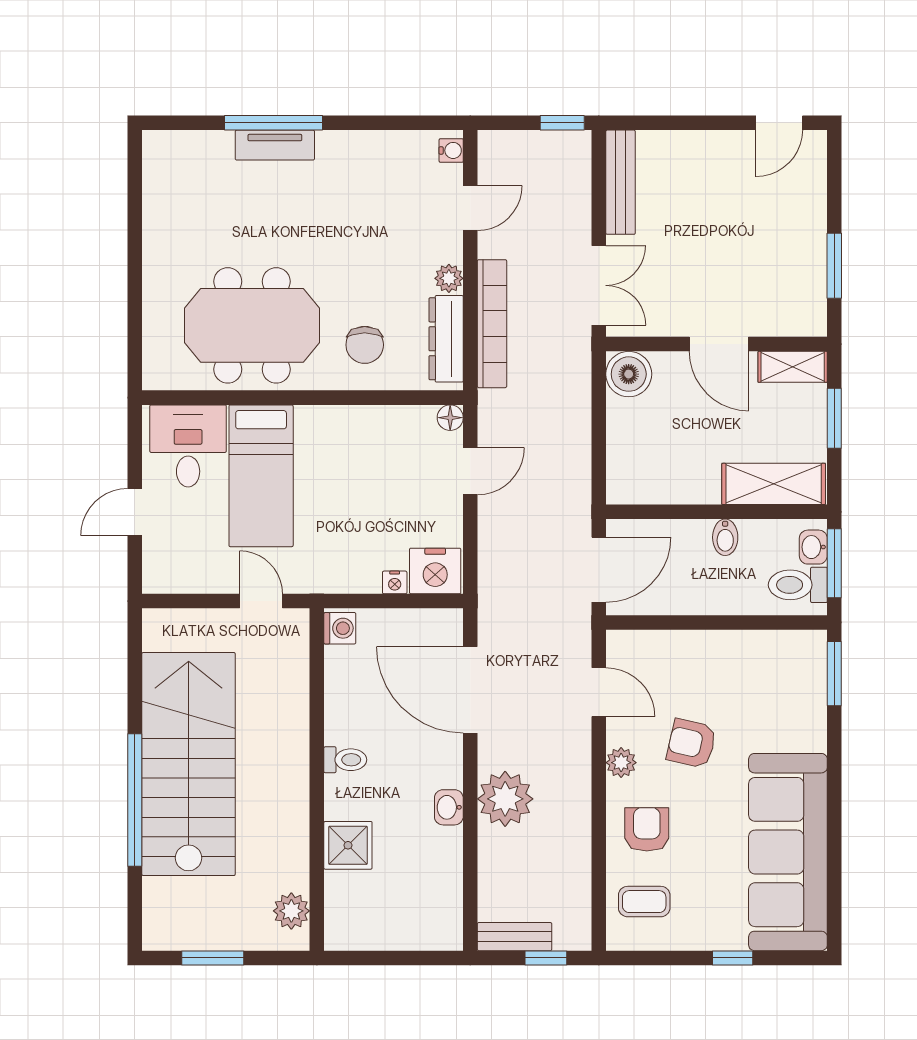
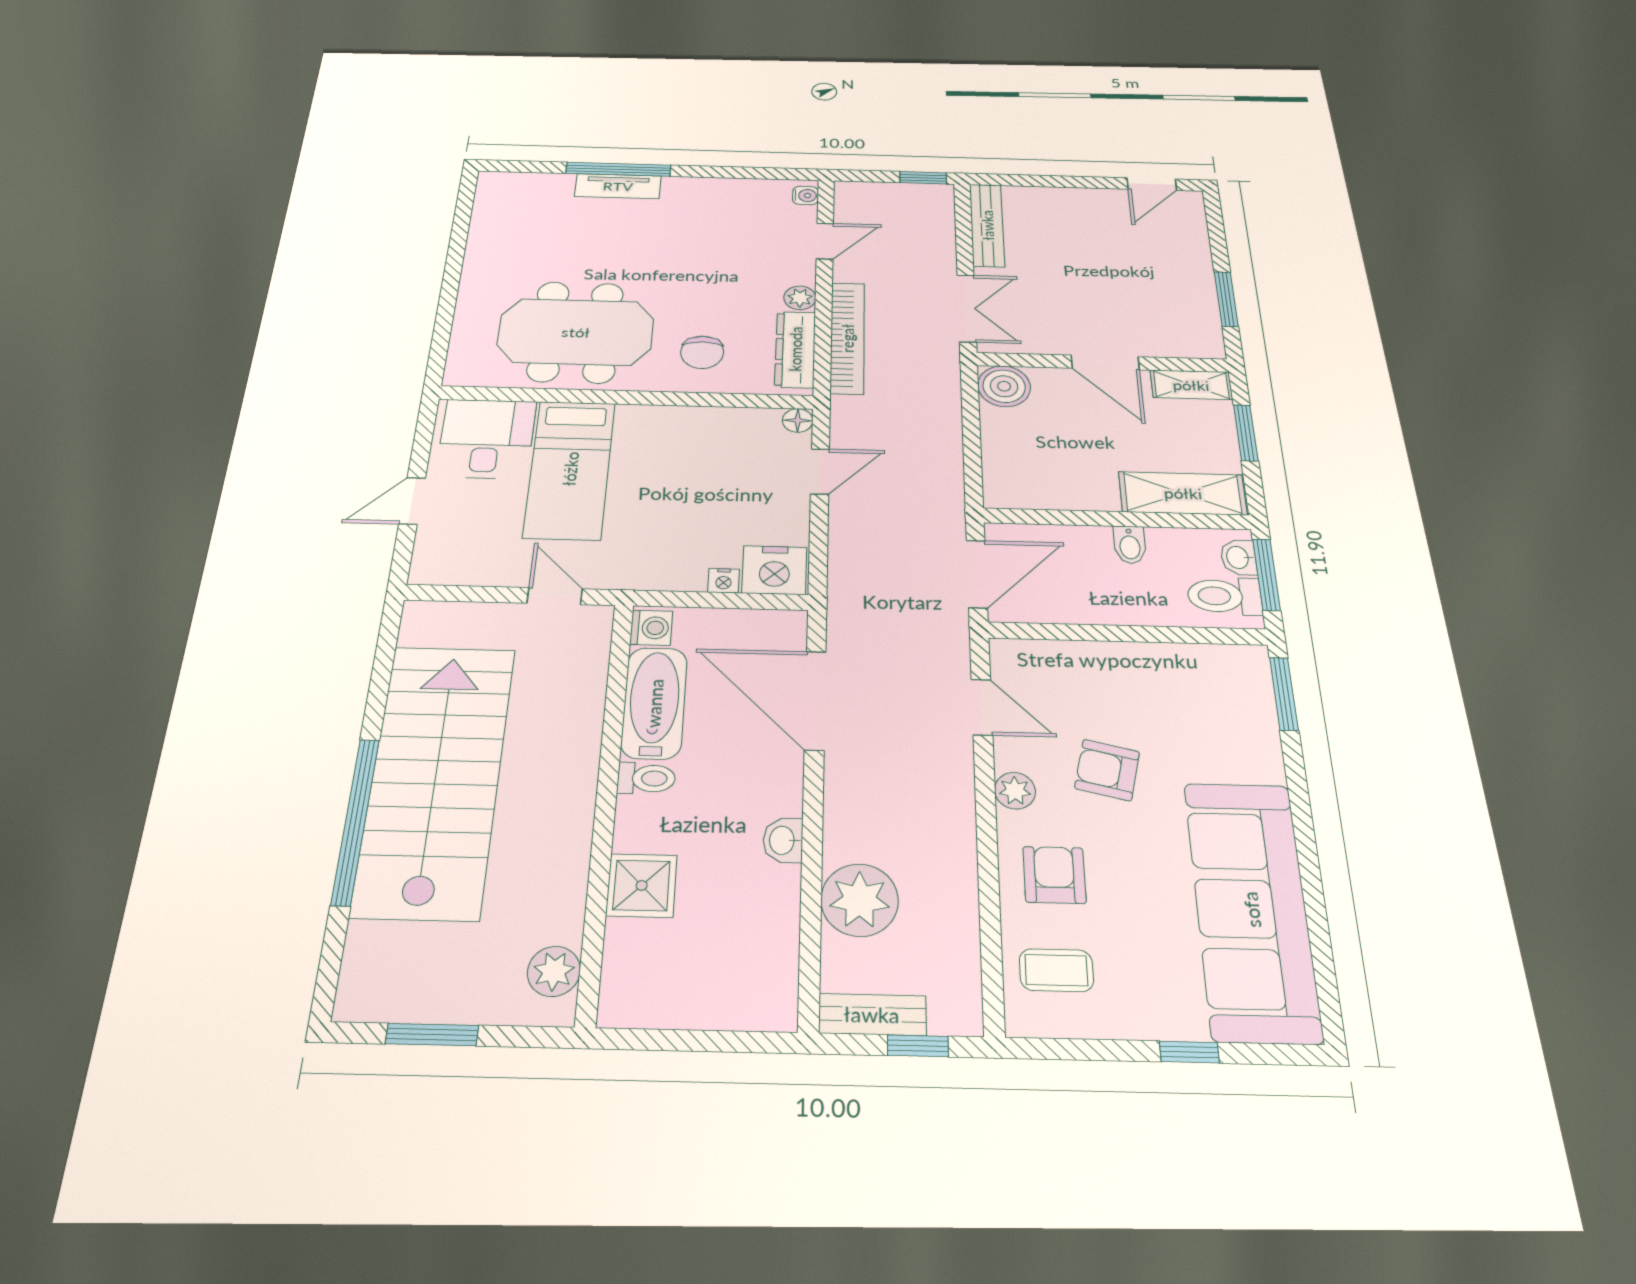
bathtub: (347, 695) -> (654, 703), added
plant: (505, 799) -> (860, 900), moved

